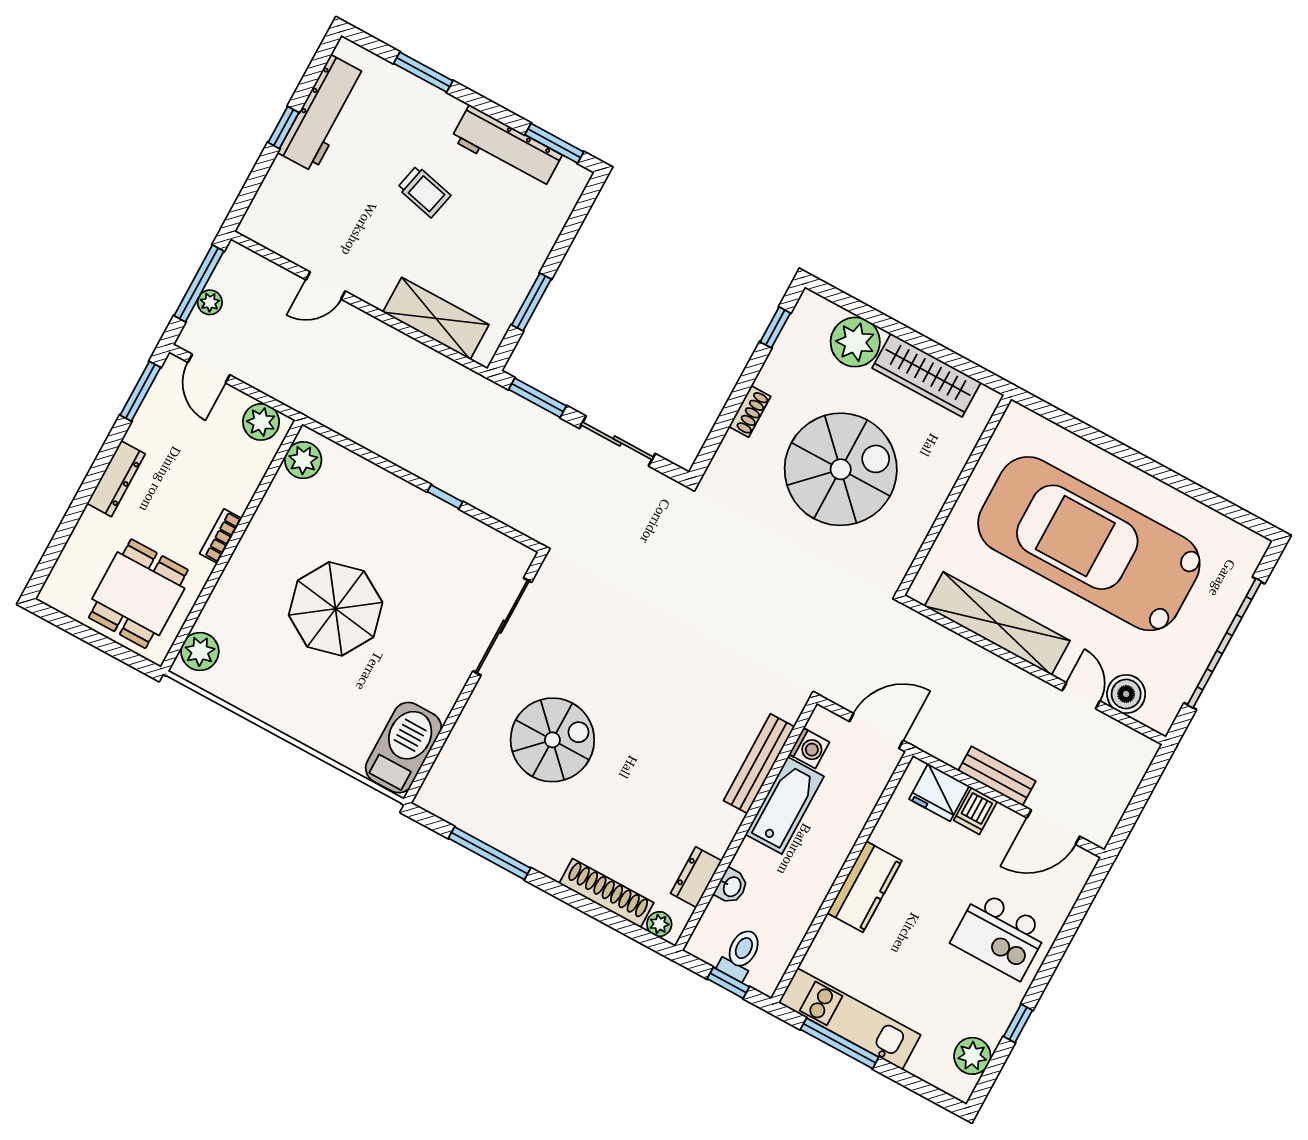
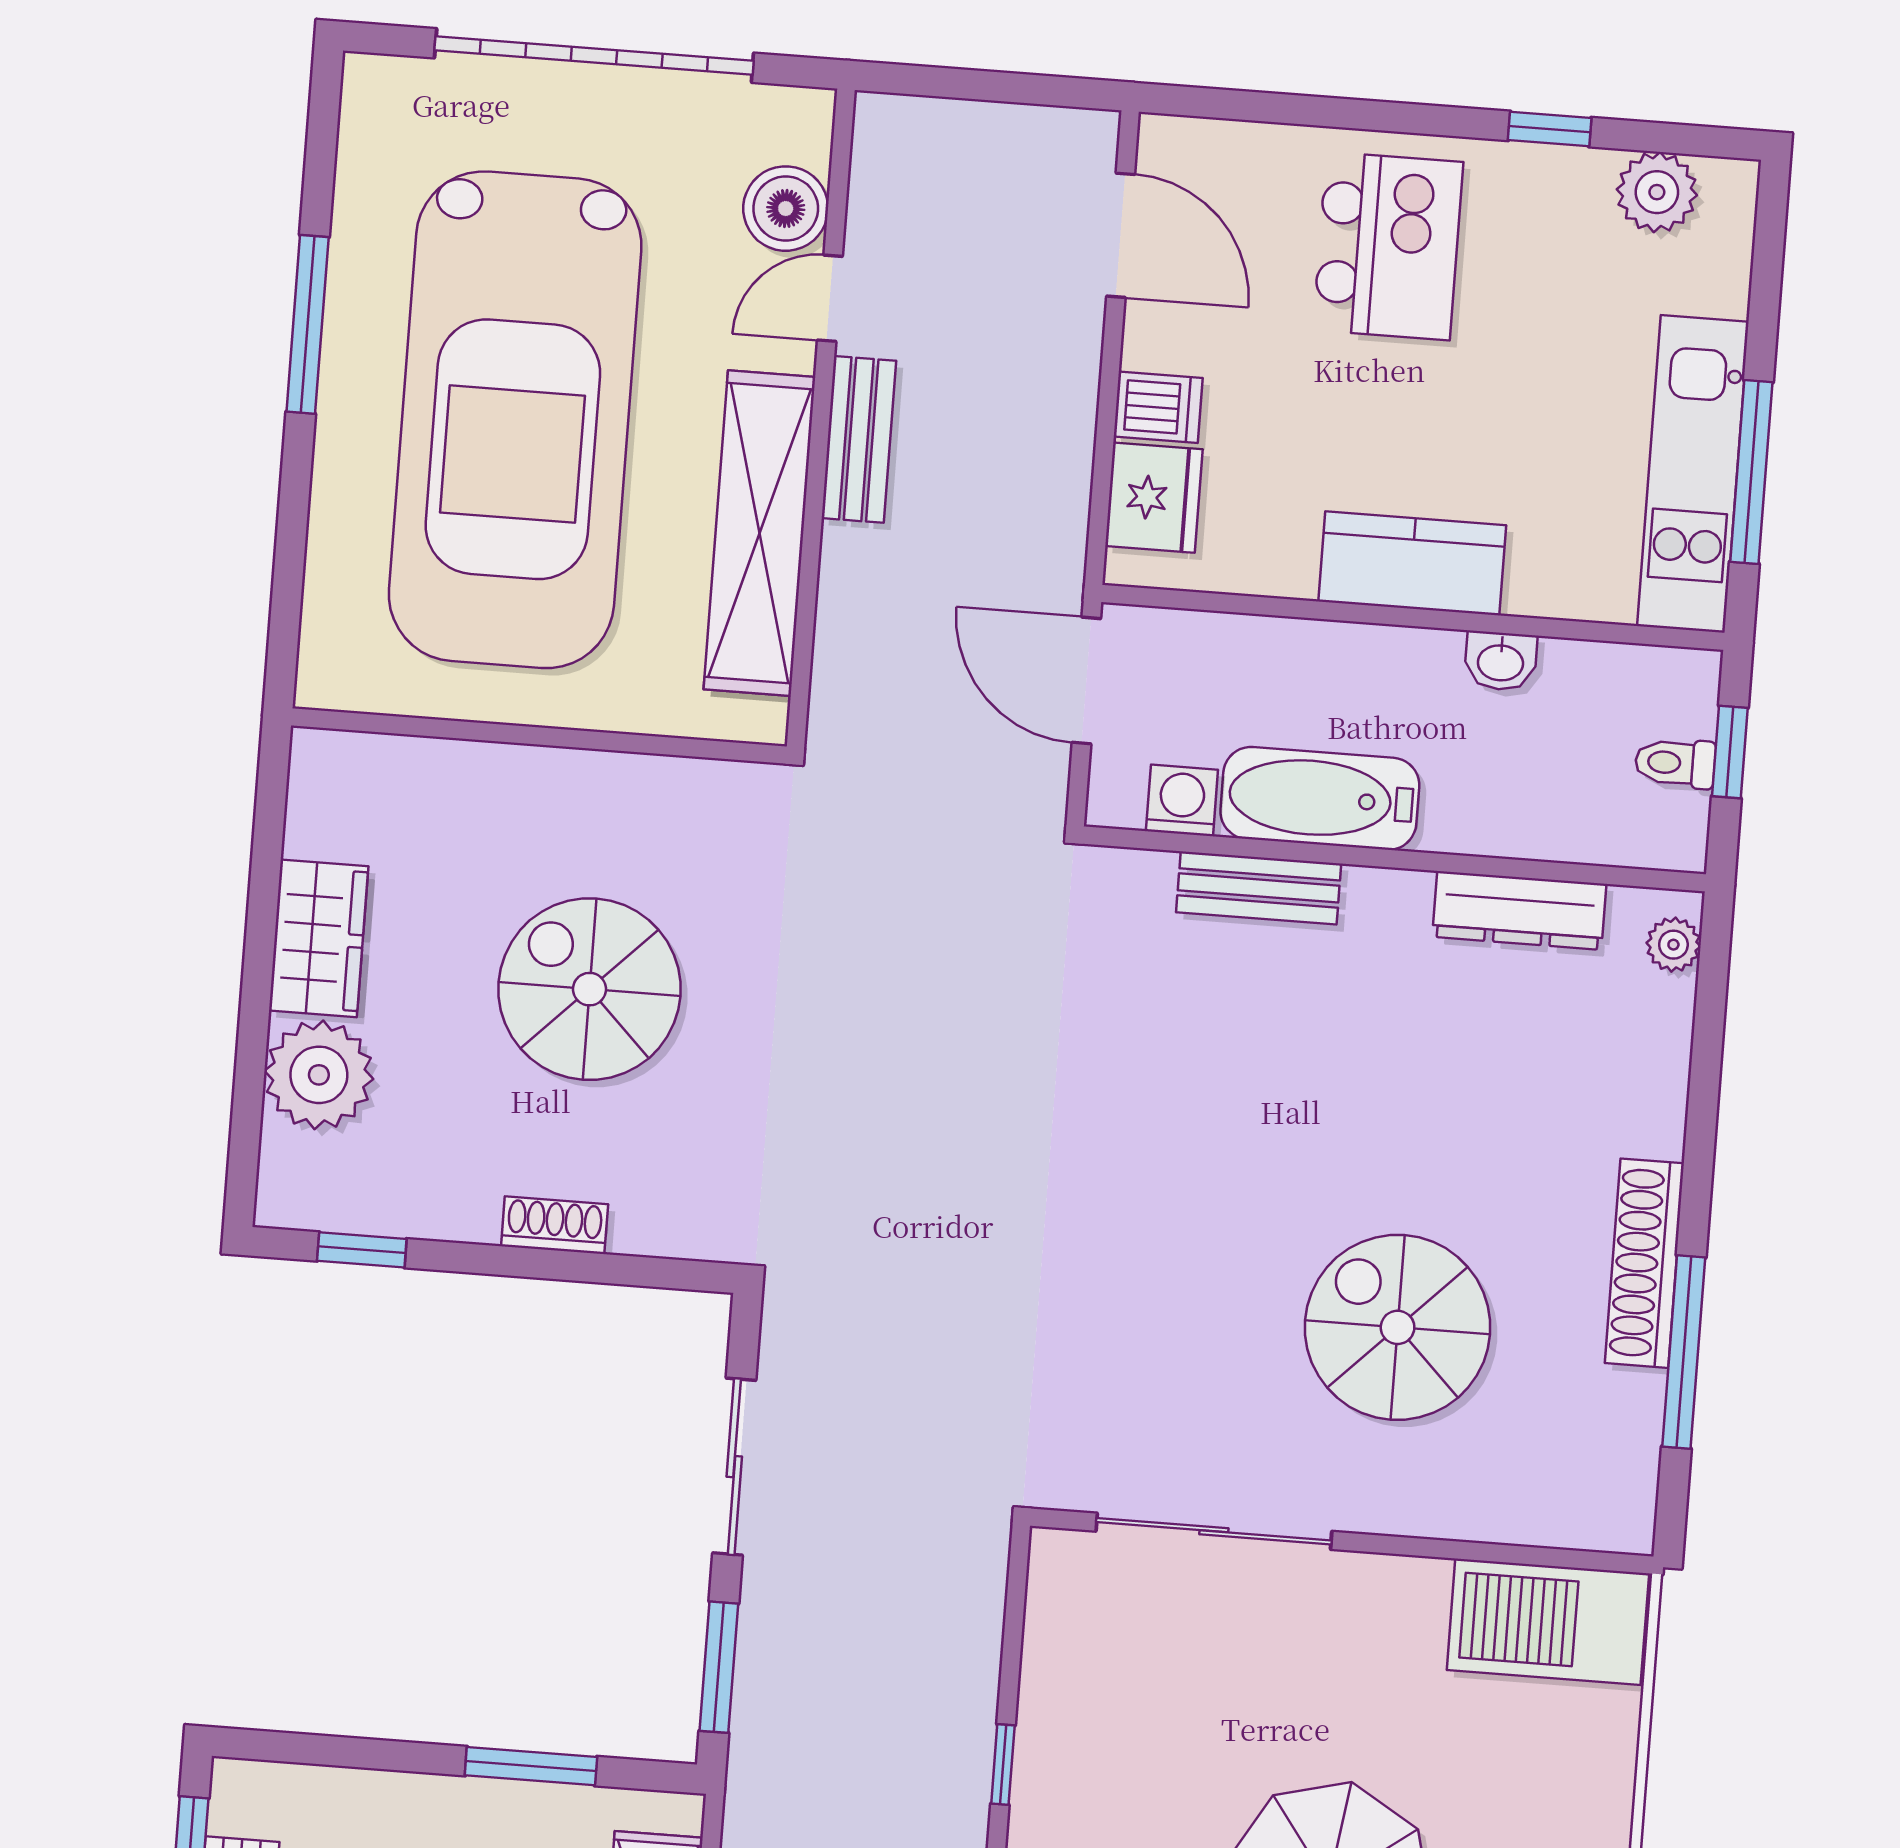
wardrobe: (927, 375) -> (319, 938), width x0.67
spiral stairs: (841, 469) -> (589, 989), width x0.73, depth x0.73
window: (1166, 476) -> (308, 324), added
bench: (759, 764) -> (1259, 888), width x0.73
bench: (997, 776) -> (859, 439), moved
dresser: (696, 877) -> (1519, 910), width x1.44
washbasin: (732, 886) -> (1501, 661), moved, turned 180
shoe rack: (606, 893) -> (1644, 1263), moved
toilet: (741, 954) -> (1675, 763), width x0.73, depth x0.72

